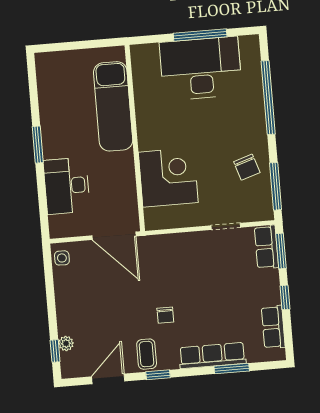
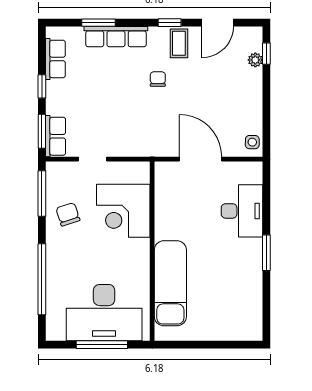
exam couch: (113, 106) -> (170, 283), moved
wall: (135, 138) -> (152, 251), moved
corner desk: (168, 177) -> (123, 211), moved

